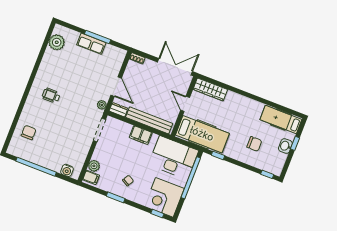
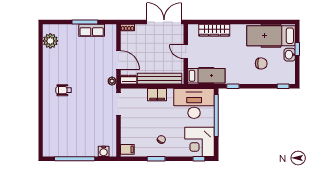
row of seats: (91, 44) -> (92, 30), moved
wardrobe: (210, 89) -> (214, 30), moved
hospital bed: (281, 119) -> (271, 36), width x1.37, depth x1.29
chair: (29, 132) -> (56, 131), removed
hospital bed: (202, 134) -> (206, 76), width x0.73, depth x0.78
plant: (94, 166) -> (126, 138), removed

